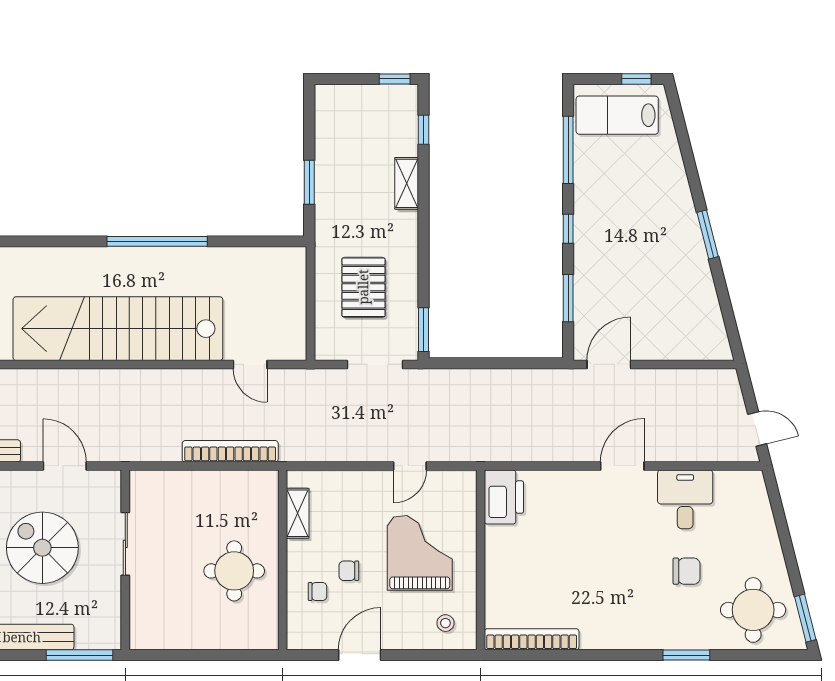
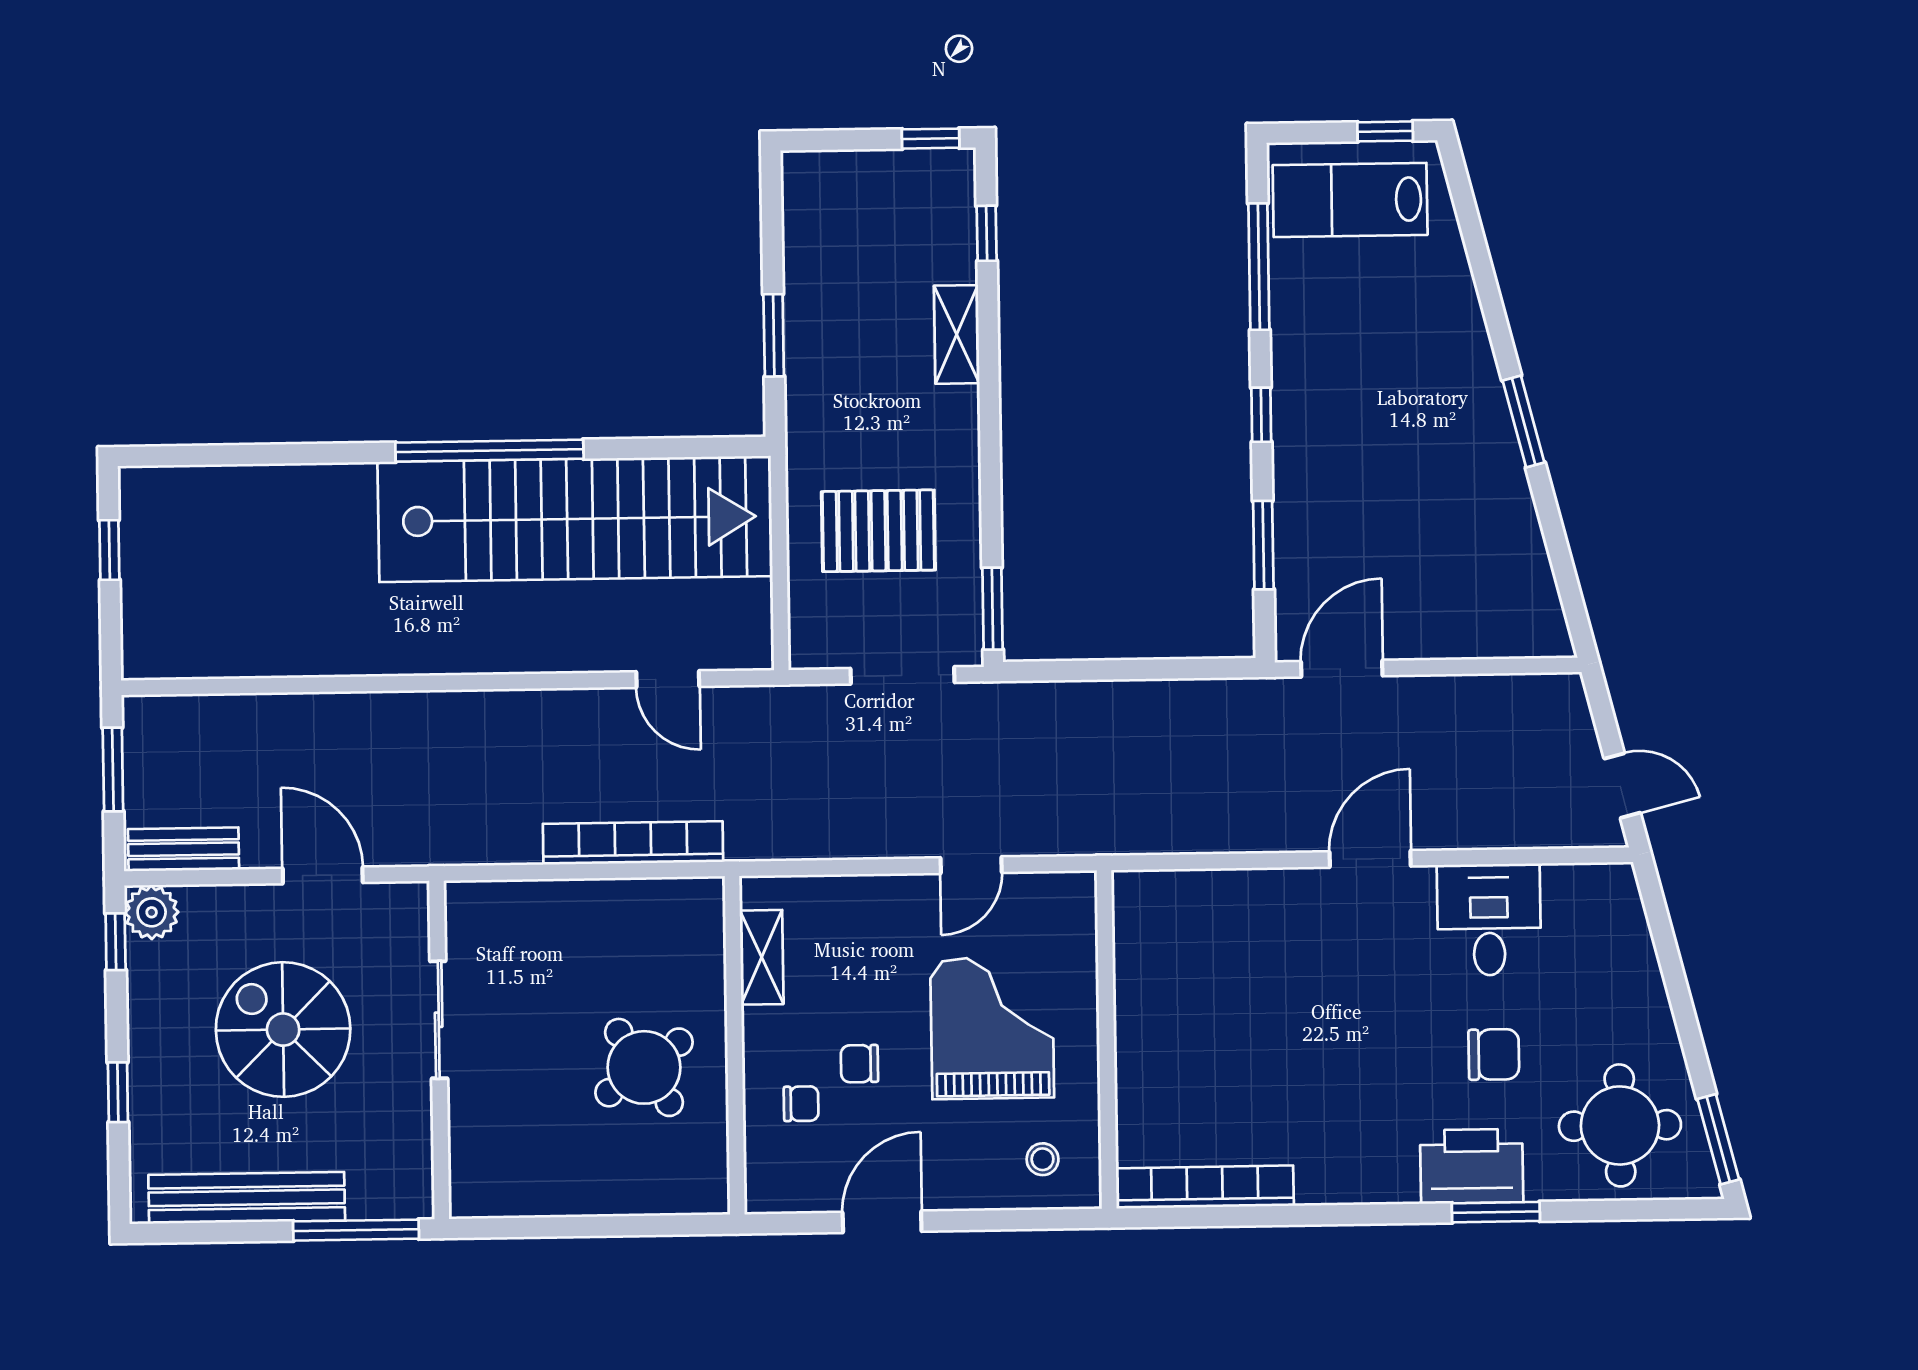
pallet: (363, 287) -> (878, 531), turned 90
stairs: (118, 329) -> (575, 519), moved, turned 180
printer: (504, 497) -> (1472, 1166), moved, turned -90
round table: (234, 571) -> (644, 1067), turned -35

